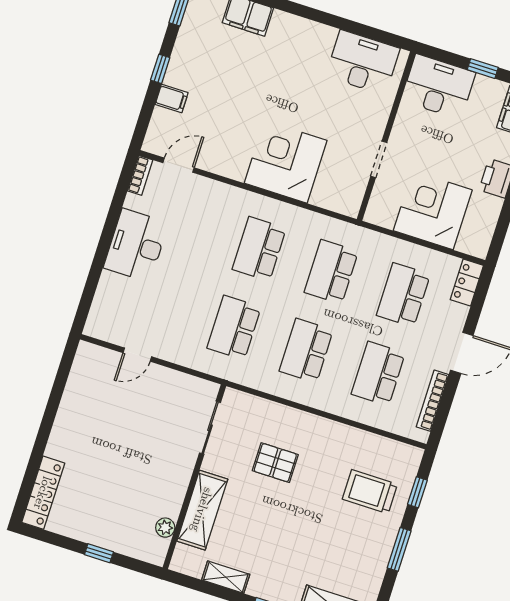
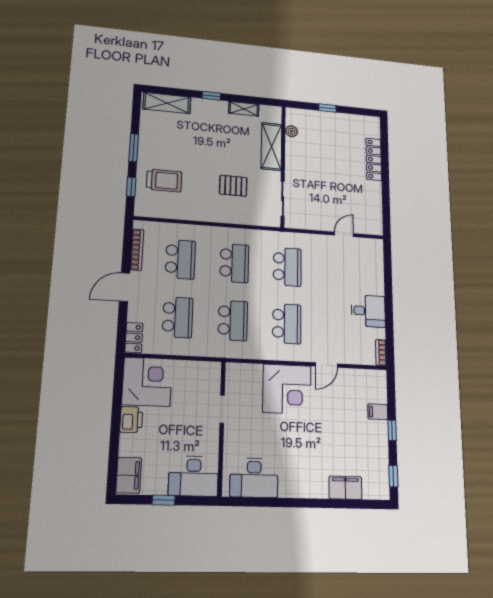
door: (179, 165) -> (326, 365), moved
corner desk: (433, 210) -> (147, 382), moved, turned -90
desk: (136, 245) -> (368, 311), width x0.73
locker: (43, 493) -> (374, 159), moved

